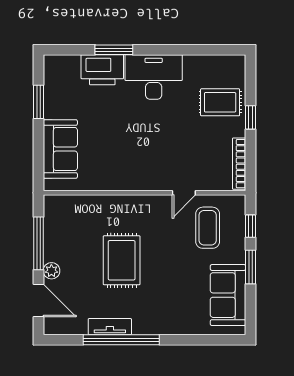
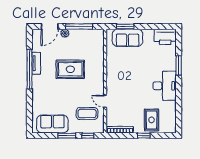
printer: (102, 70) -> (165, 37), moved, turned -90
window: (38, 102) -> (125, 27), moved

